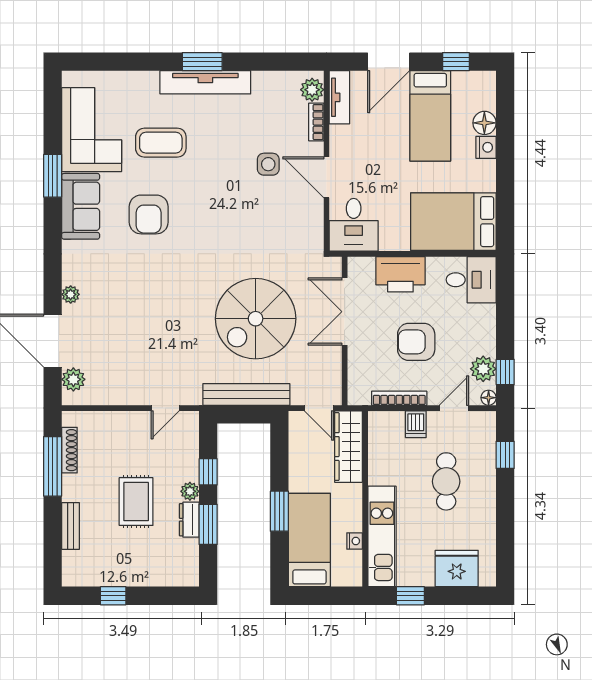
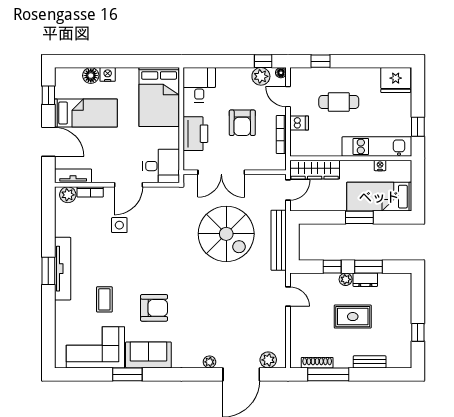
coffee table: (161, 143) -> (104, 299), width x0.73, depth x0.77
fridge: (457, 569) -> (396, 80), moved, turned -90

